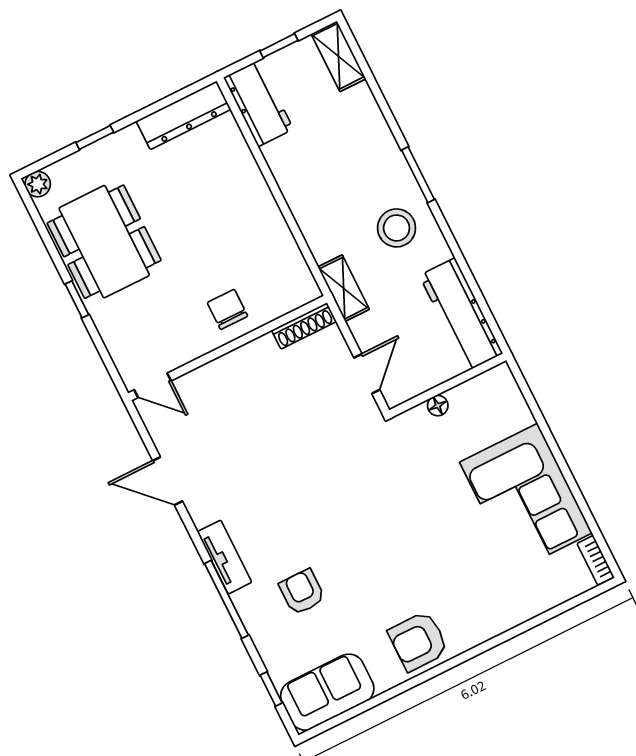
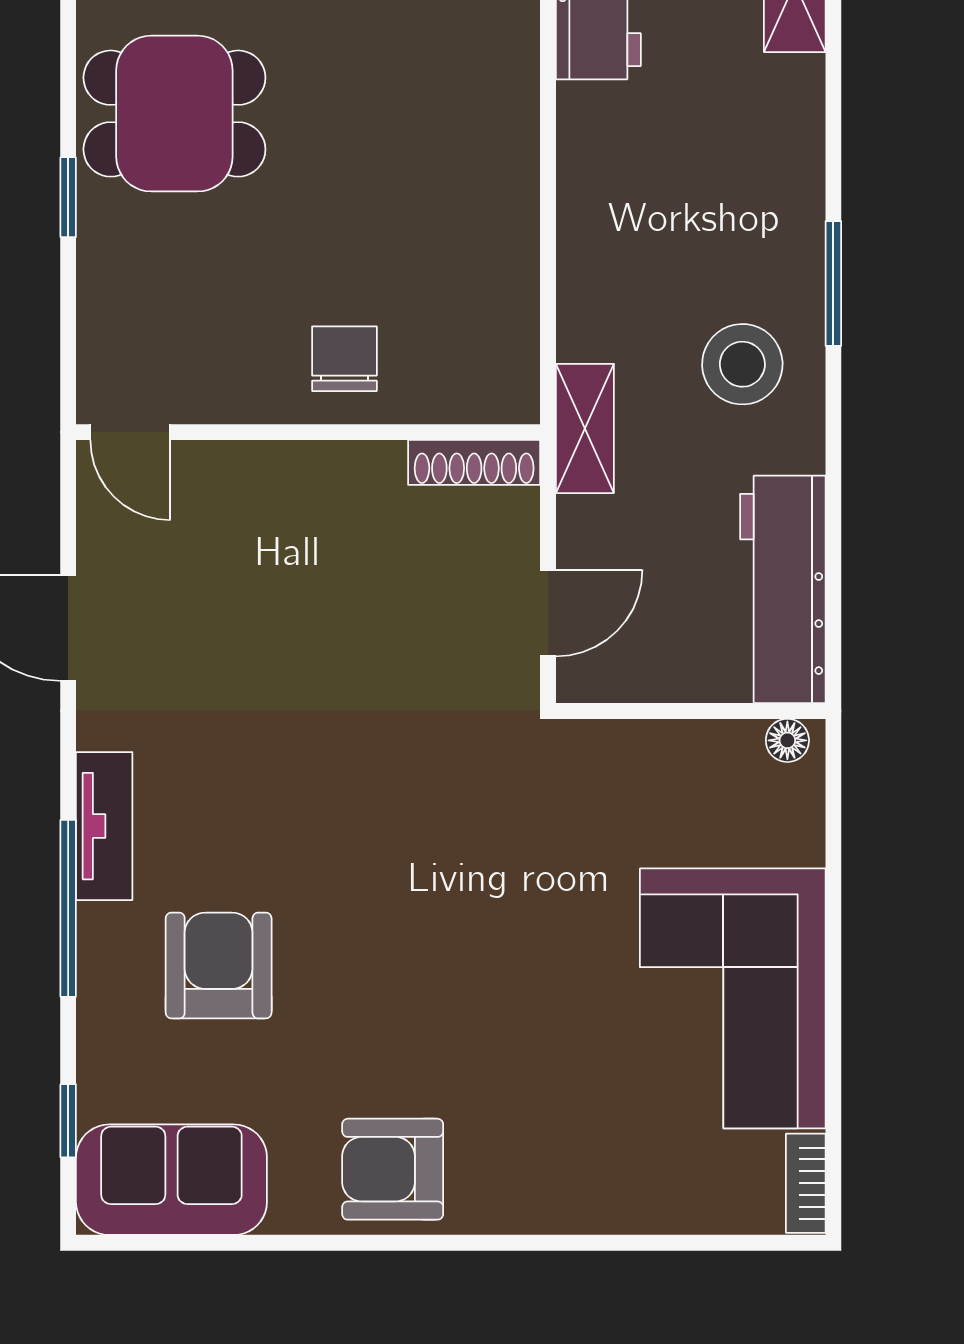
dining table: (104, 242) -> (174, 114), width x0.73
floor lamp: (438, 406) -> (787, 740), moved
armchair: (302, 592) -> (219, 966), width x1.38, depth x1.38

